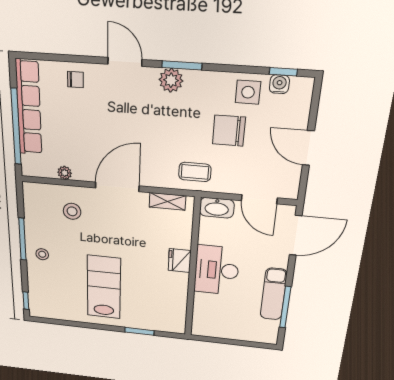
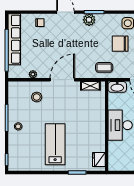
fridge: (180, 261) -> (99, 160), moved

